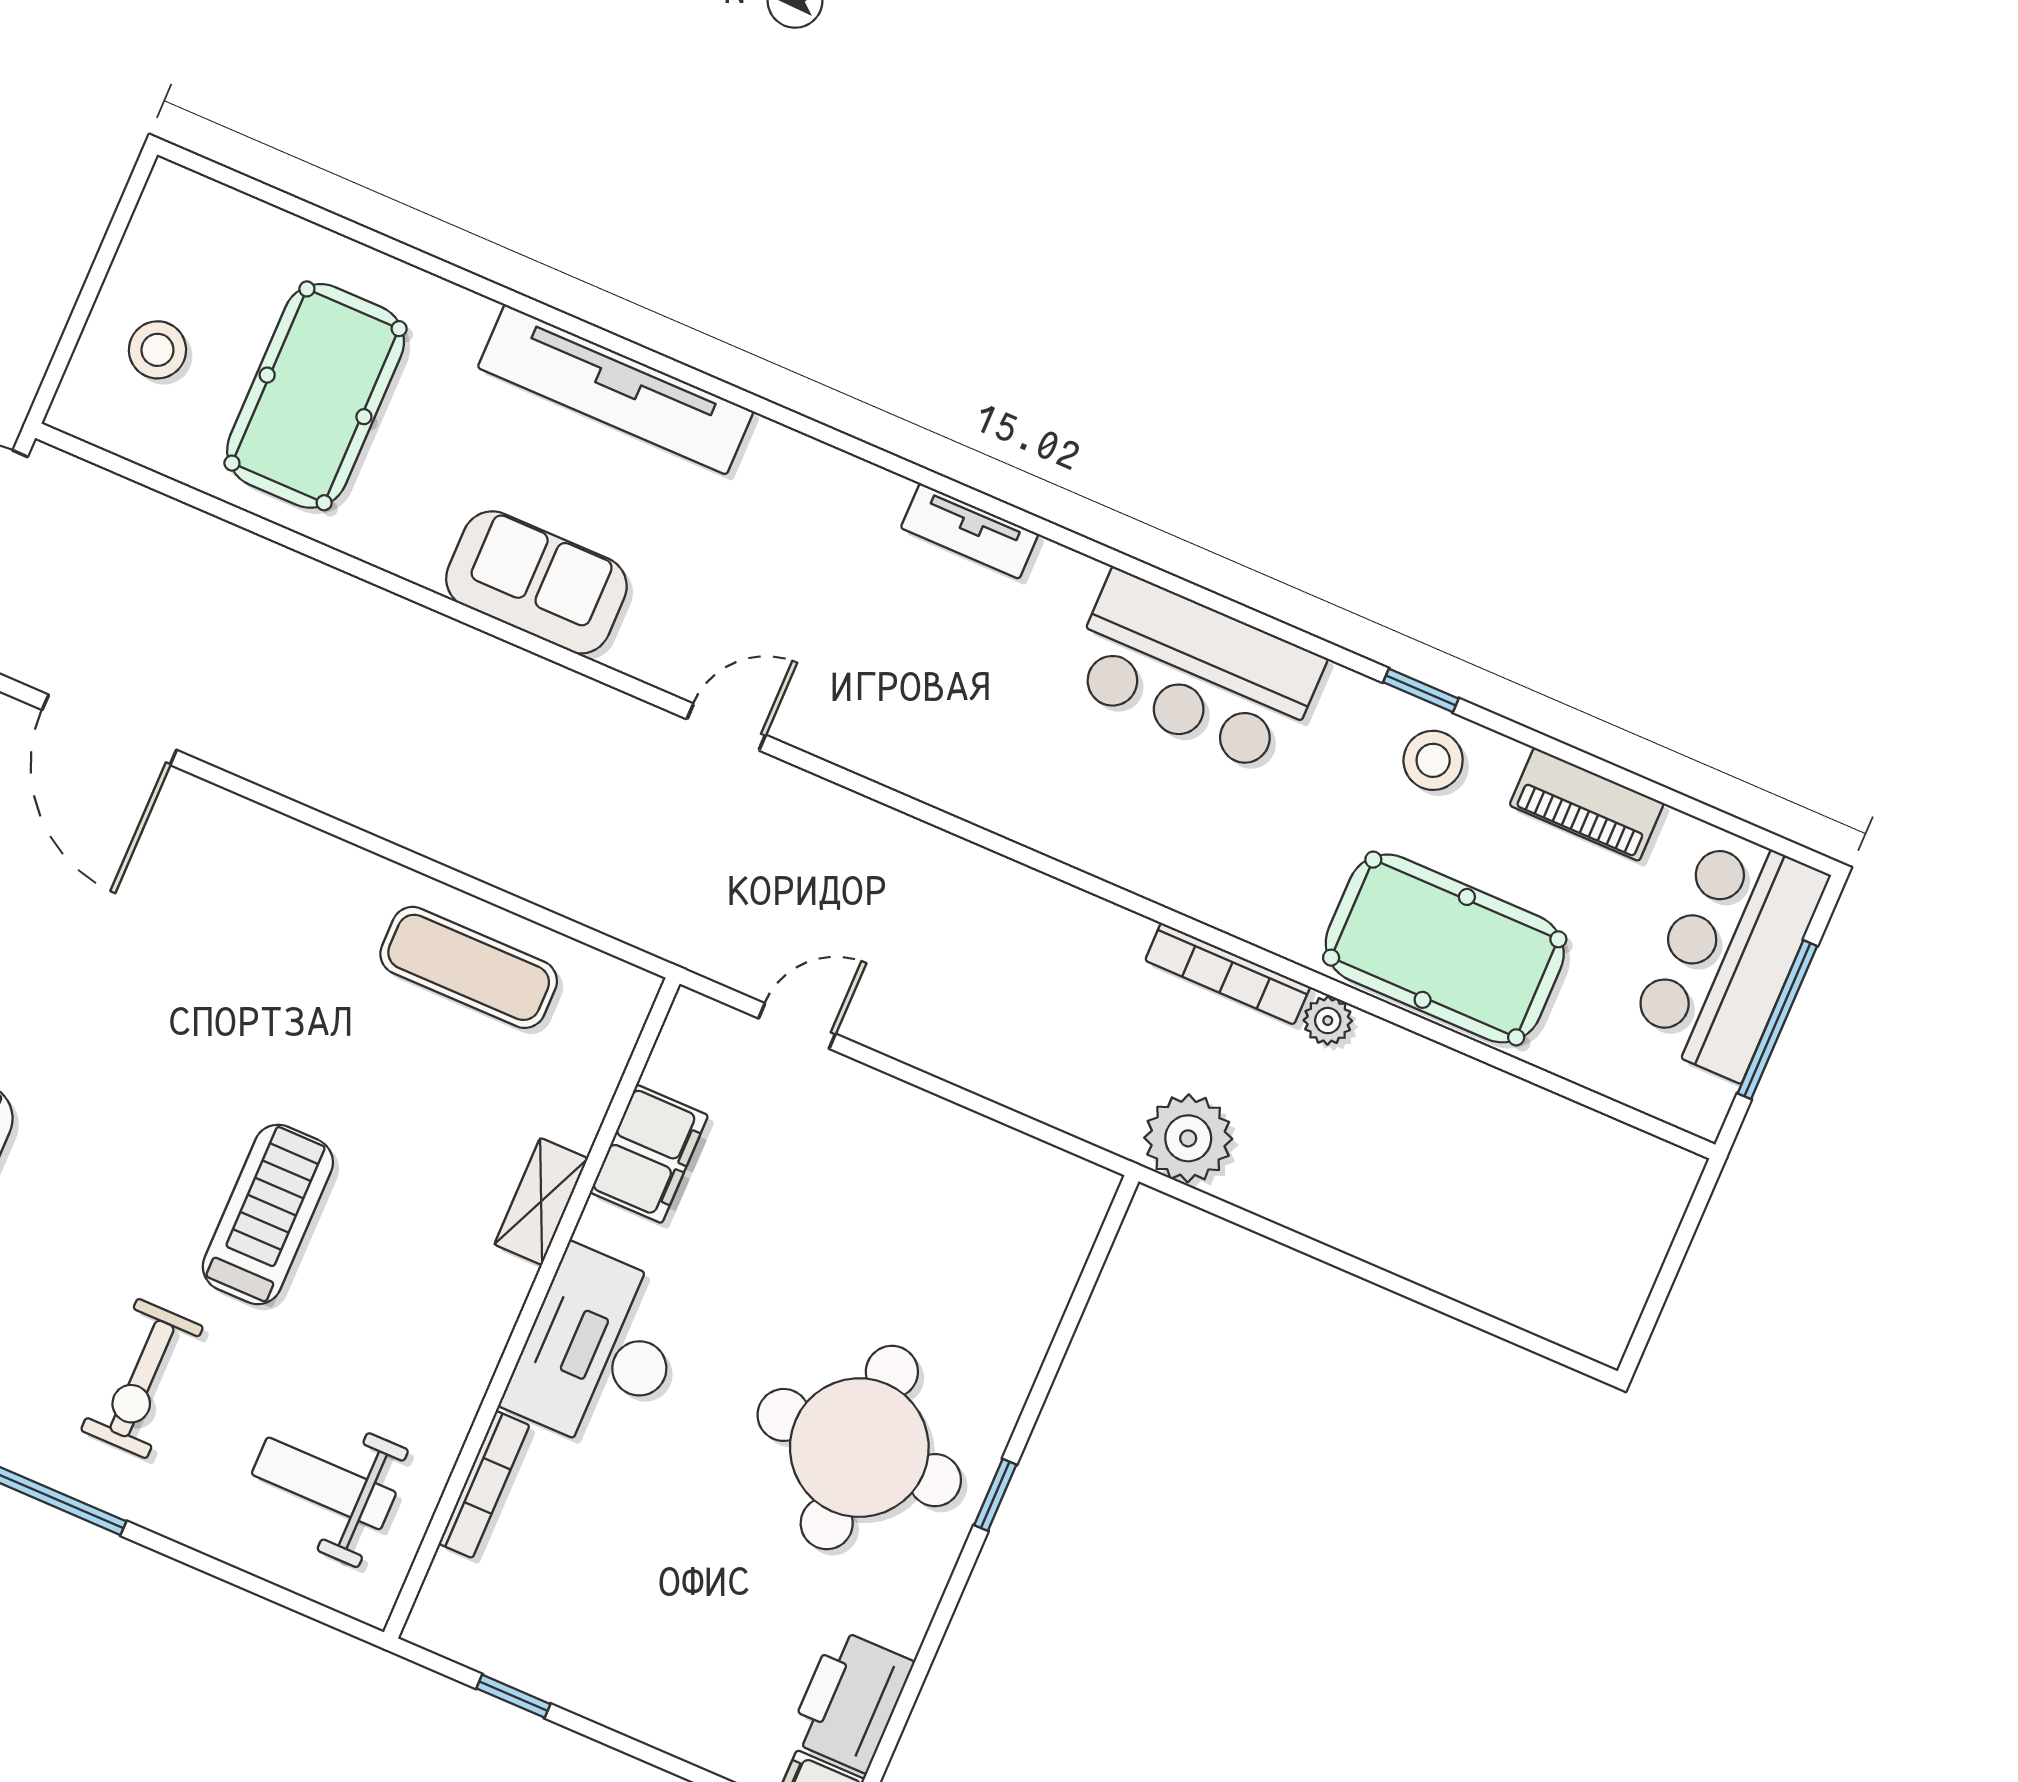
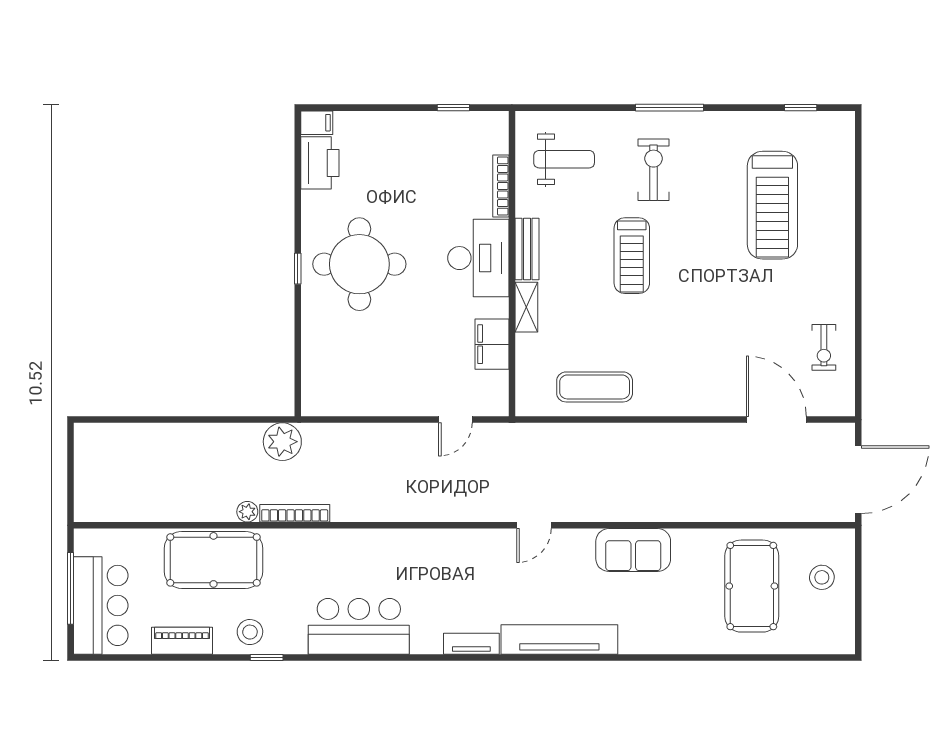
tv unit: (616, 389) -> (559, 639), moved
bench: (486, 1325) -> (527, 249), added

